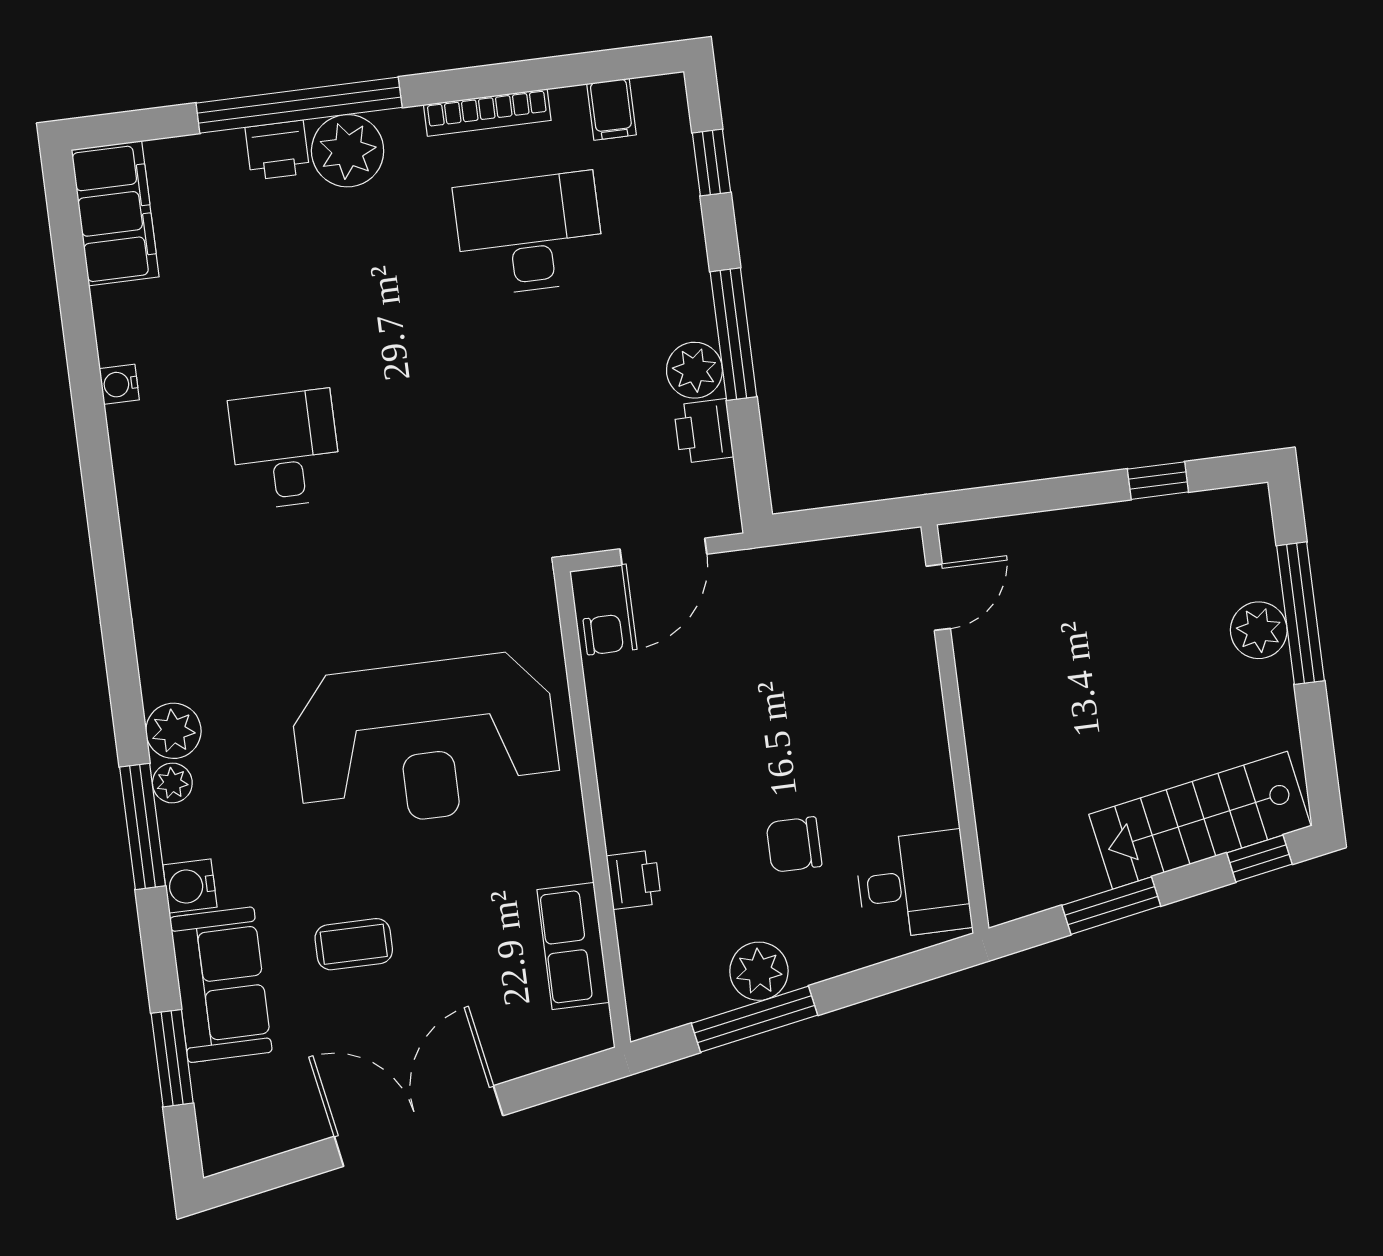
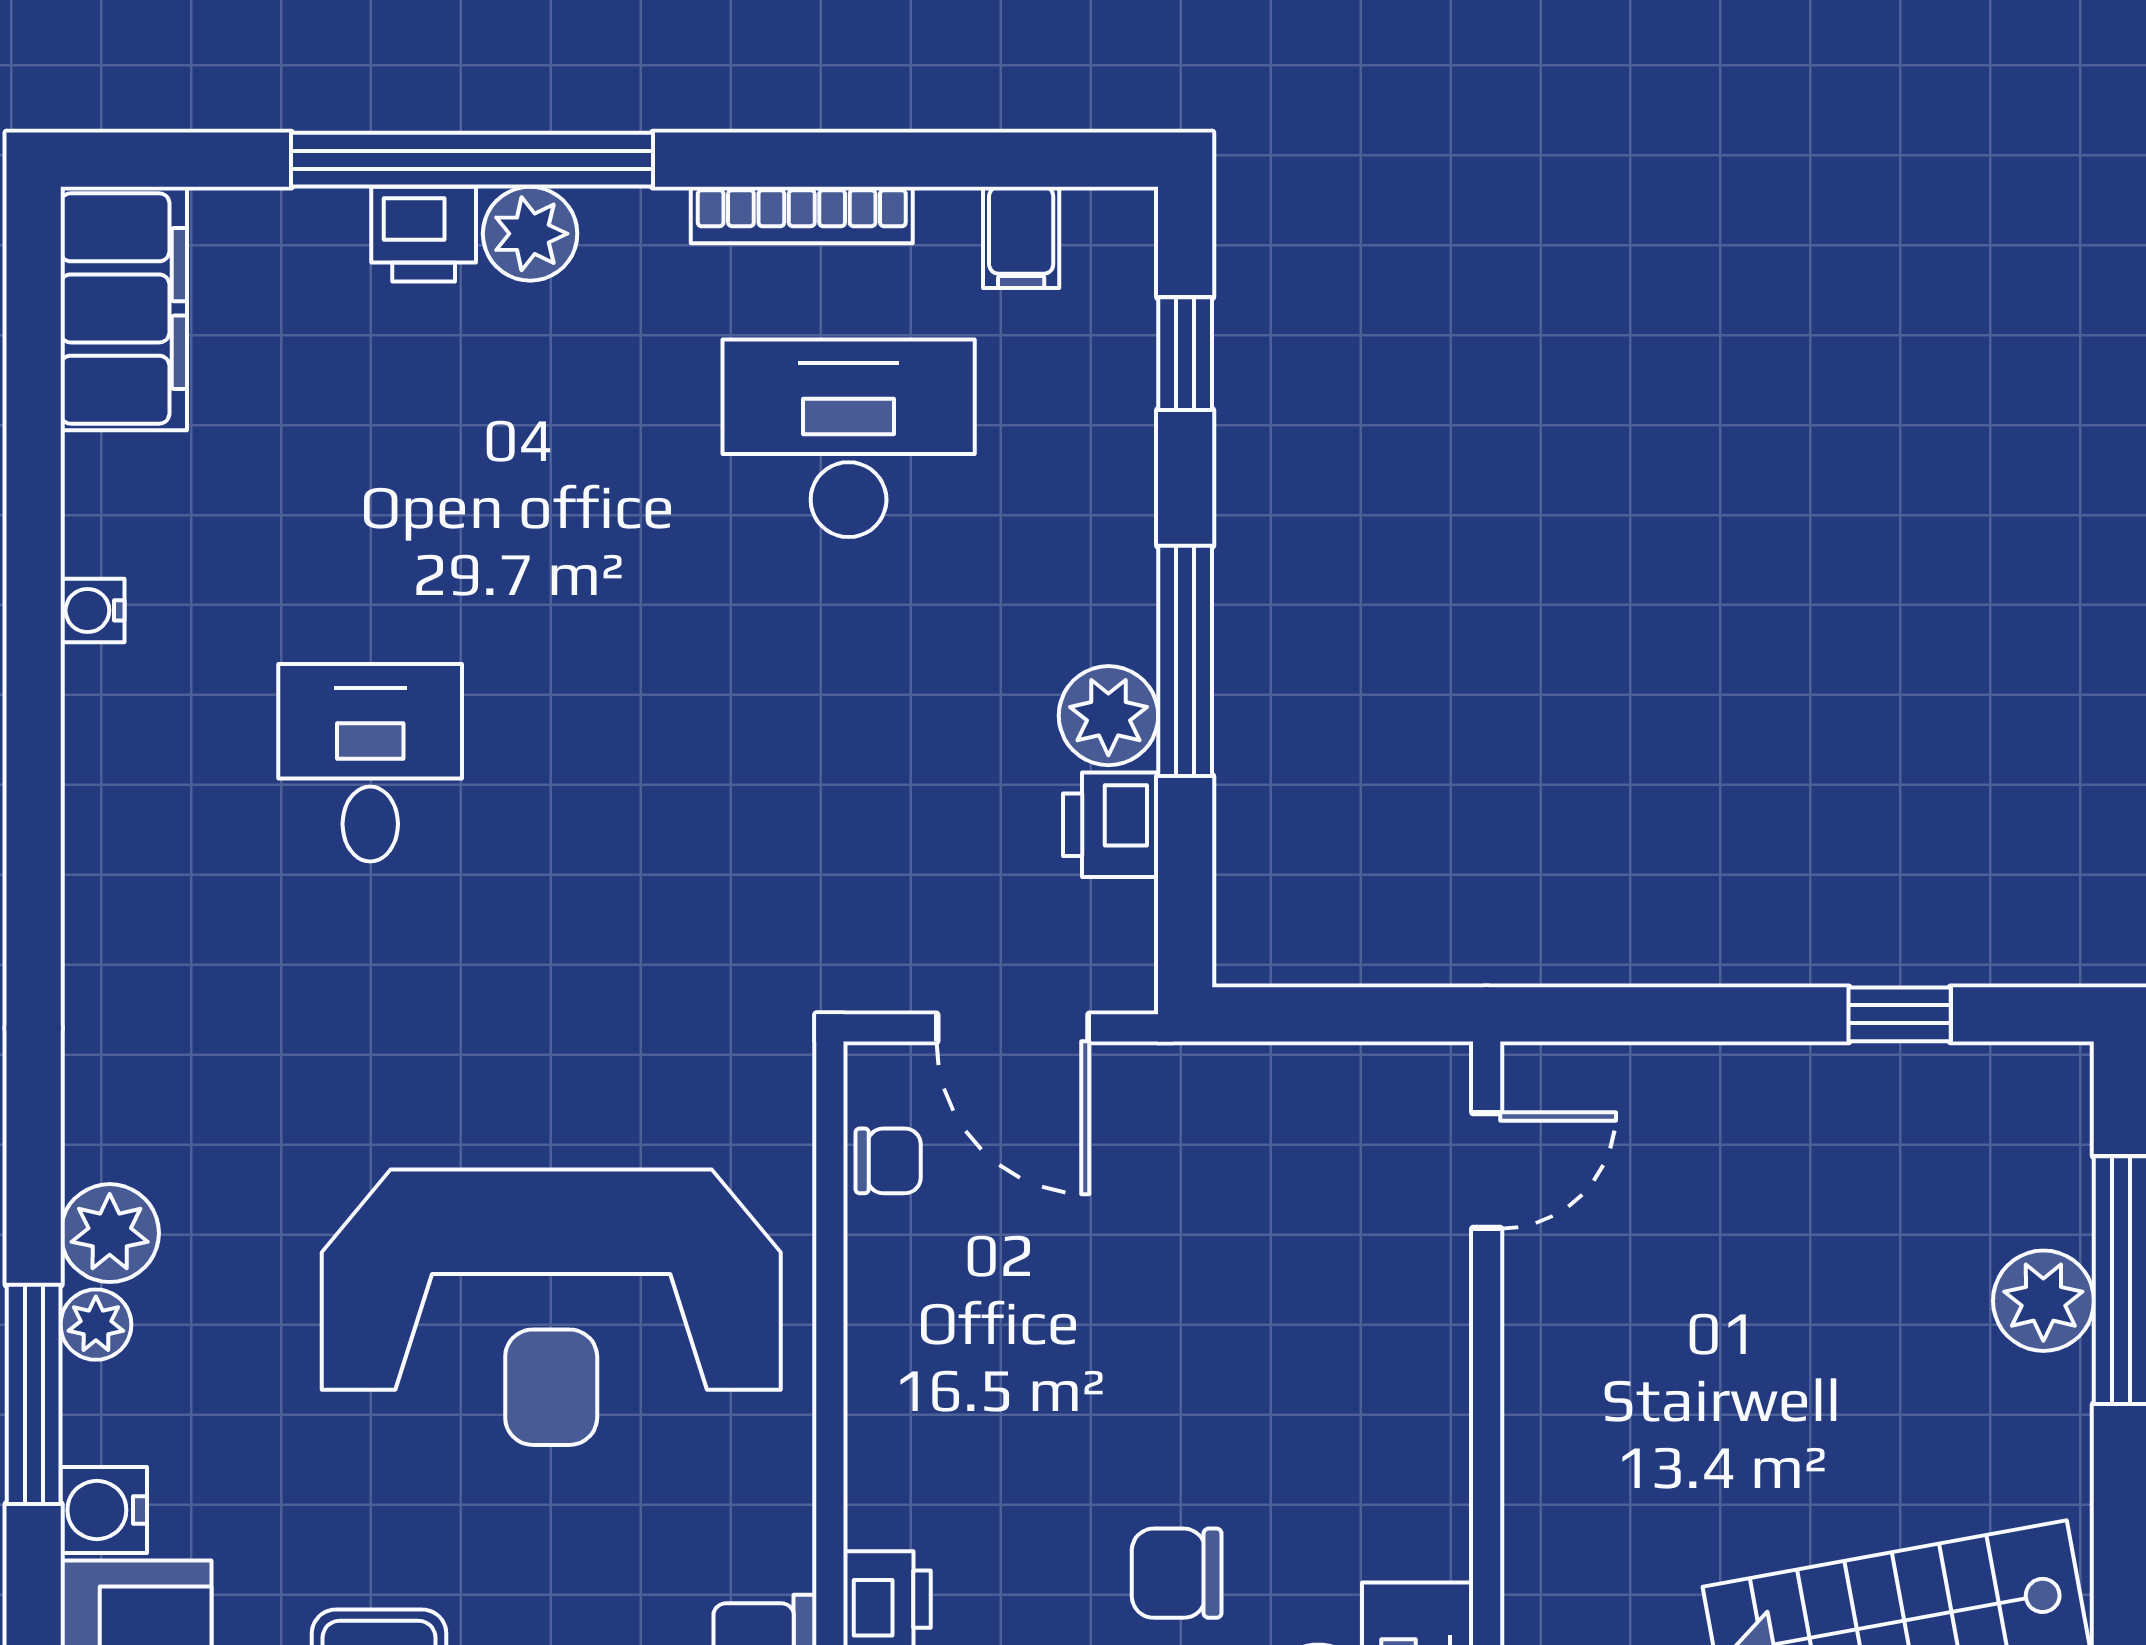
plant: (348, 151) -> (530, 234), width x0.73, depth x0.73
door: (663, 552) -> (1013, 1028), hinge flipped

